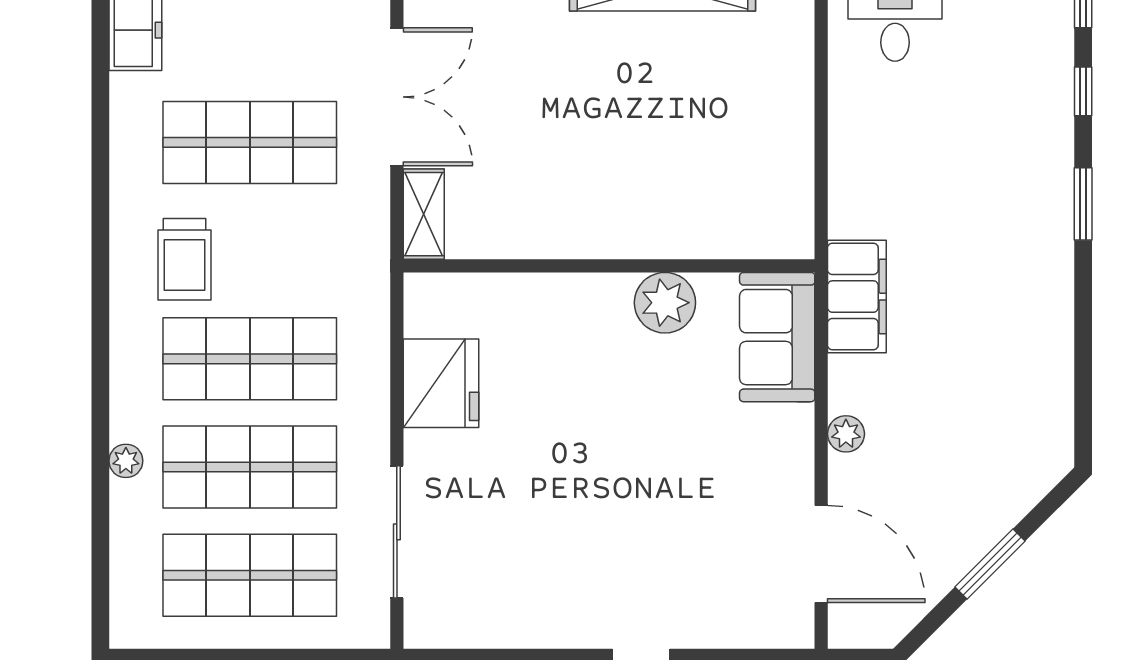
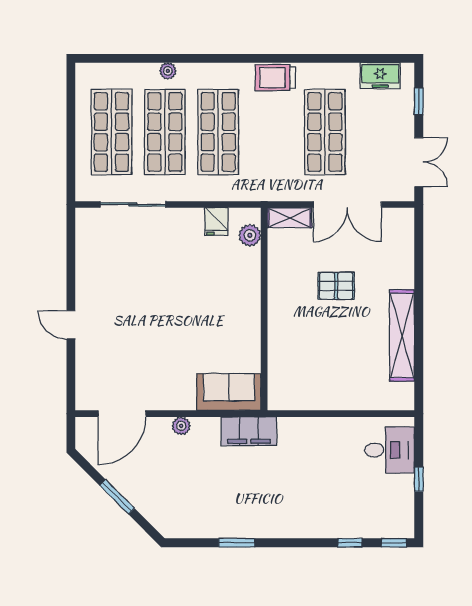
pallet: (562, 120) -> (336, 286), added
window: (1083, 204) -> (237, 543), moved
trolley: (184, 259) -> (275, 78), moved
plant: (665, 303) -> (250, 235), moved, width x0.73, depth x0.73
fridge: (441, 383) -> (216, 222), width x0.53, depth x0.75

